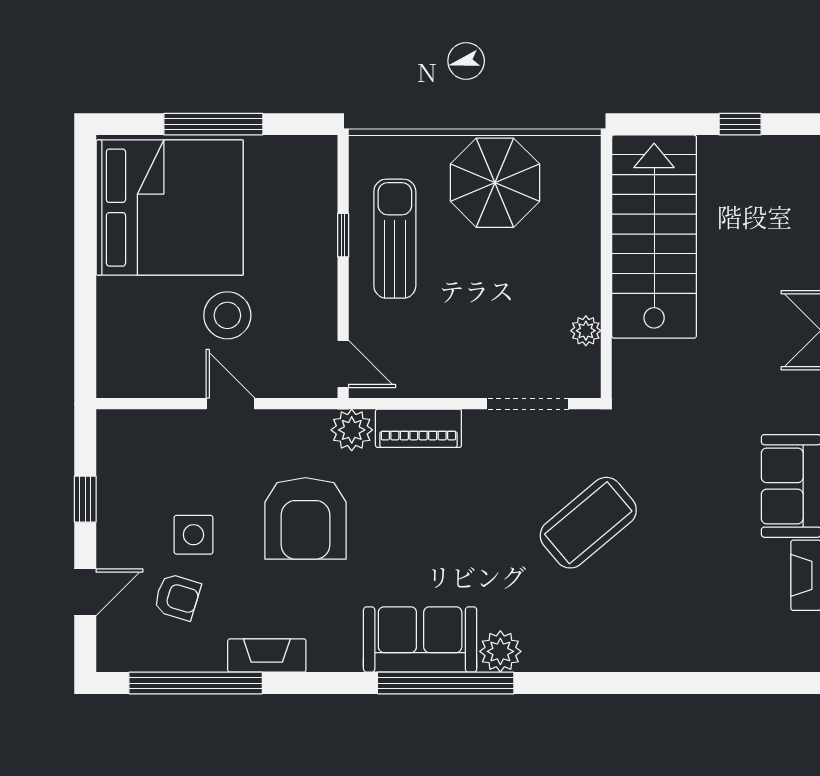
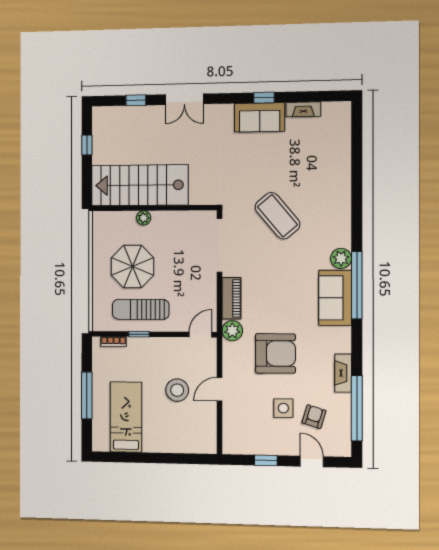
bookcase: (327, 181) -> (113, 342), added
parasol: (495, 183) -> (133, 267), moved
bed: (170, 208) -> (126, 417), width x0.49
plant: (586, 331) -> (144, 218), moved
doorway: (528, 404) -> (220, 245), width x1.36

